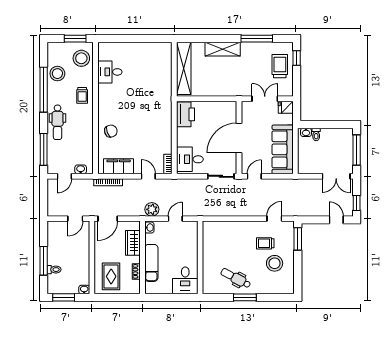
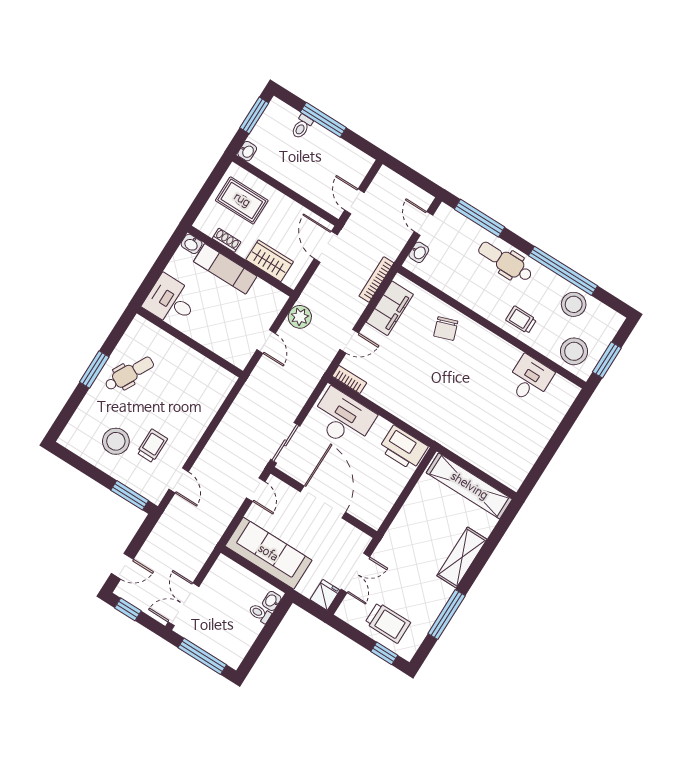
desk: (190, 159) -> (343, 418), width x1.37
washbasin: (149, 228) -> (192, 244), moved

